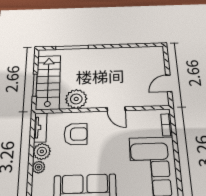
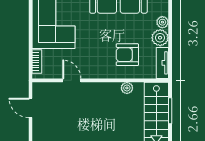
door: (169, 83) -> (30, 108), swing flipped
plant: (76, 99) -> (127, 88), width x0.53, depth x0.53
door: (116, 109) -> (72, 80), moved

